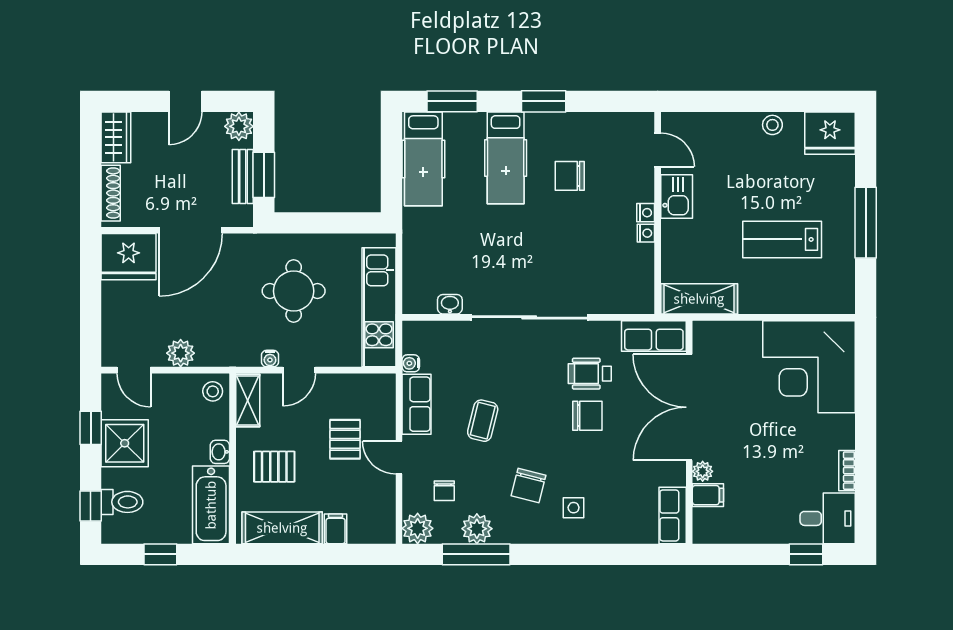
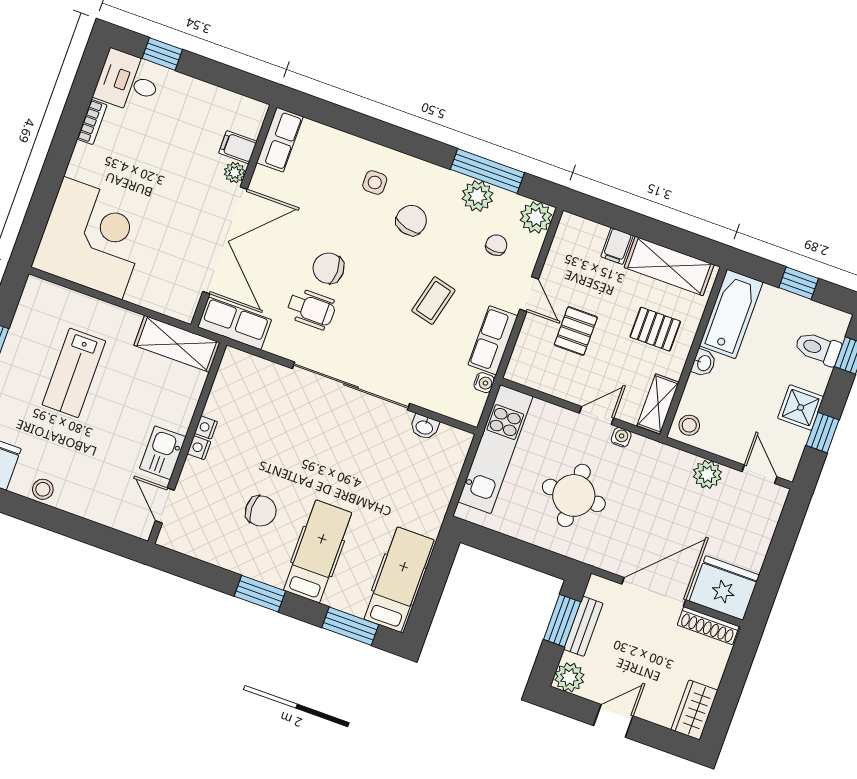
shoe rack: (111, 193) -> (708, 626), moved, turned -90
lab bench: (782, 239) -> (74, 373), turned 90
shower: (125, 443) -> (801, 408), width x0.73, depth x0.73

